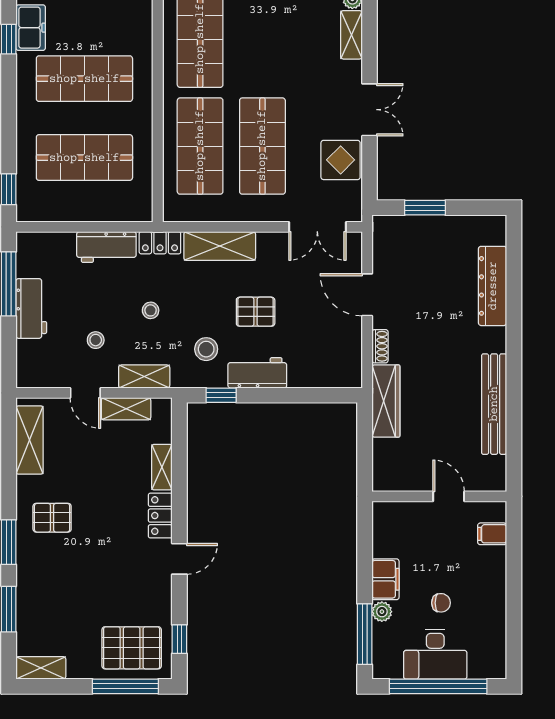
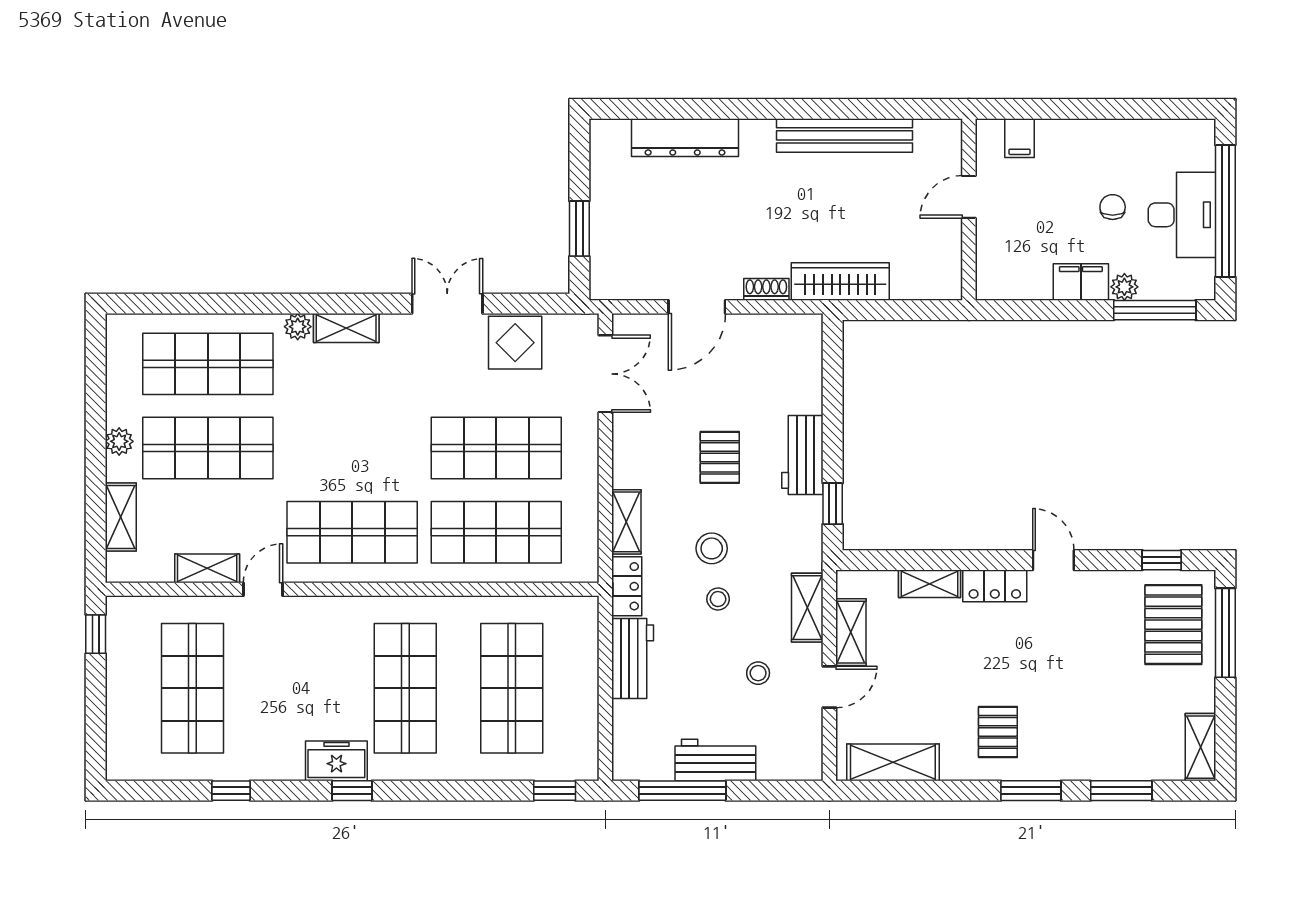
shelving: (220, 246) -> (626, 522), width x0.67, depth x0.75
stool: (206, 349) -> (712, 548), moved

